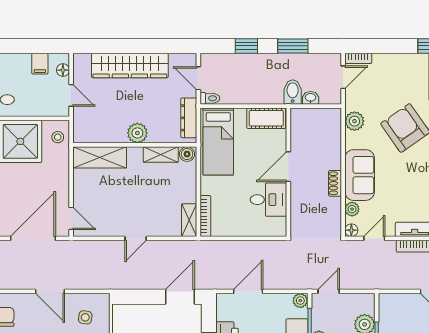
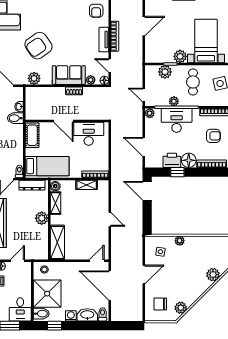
desk: (268, 200) -> (89, 134), width x1.37
shelving: (189, 220) -> (87, 185), moved

